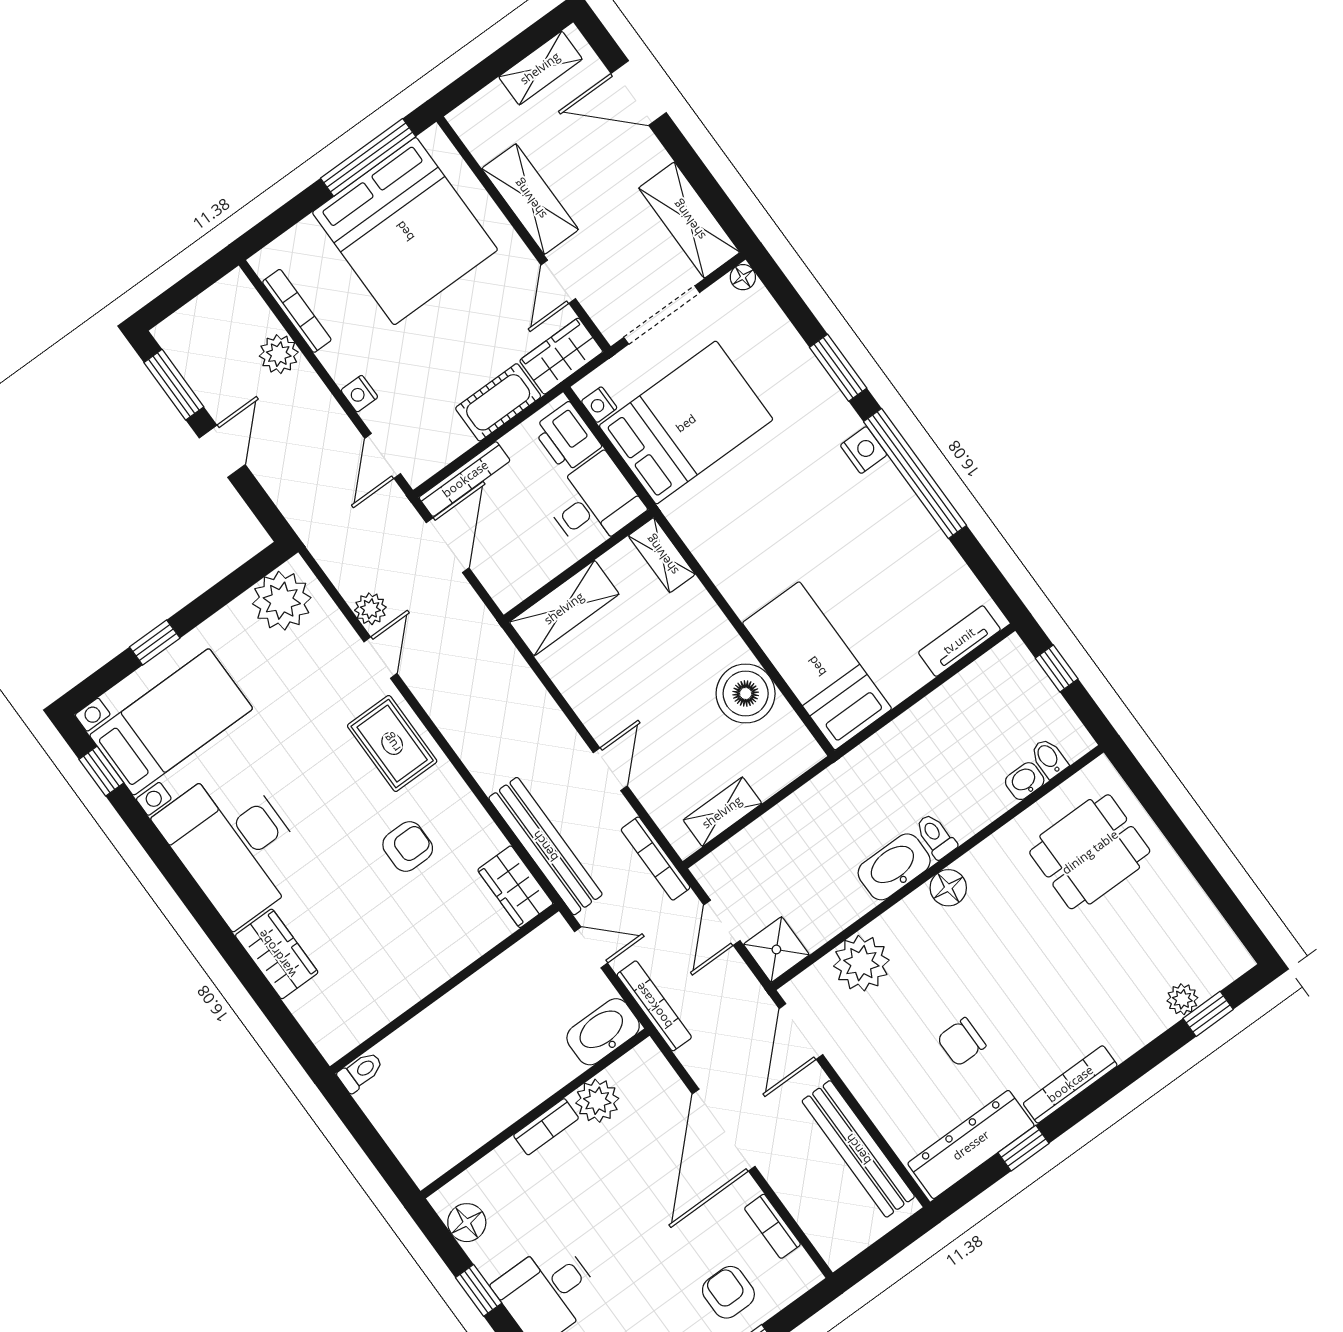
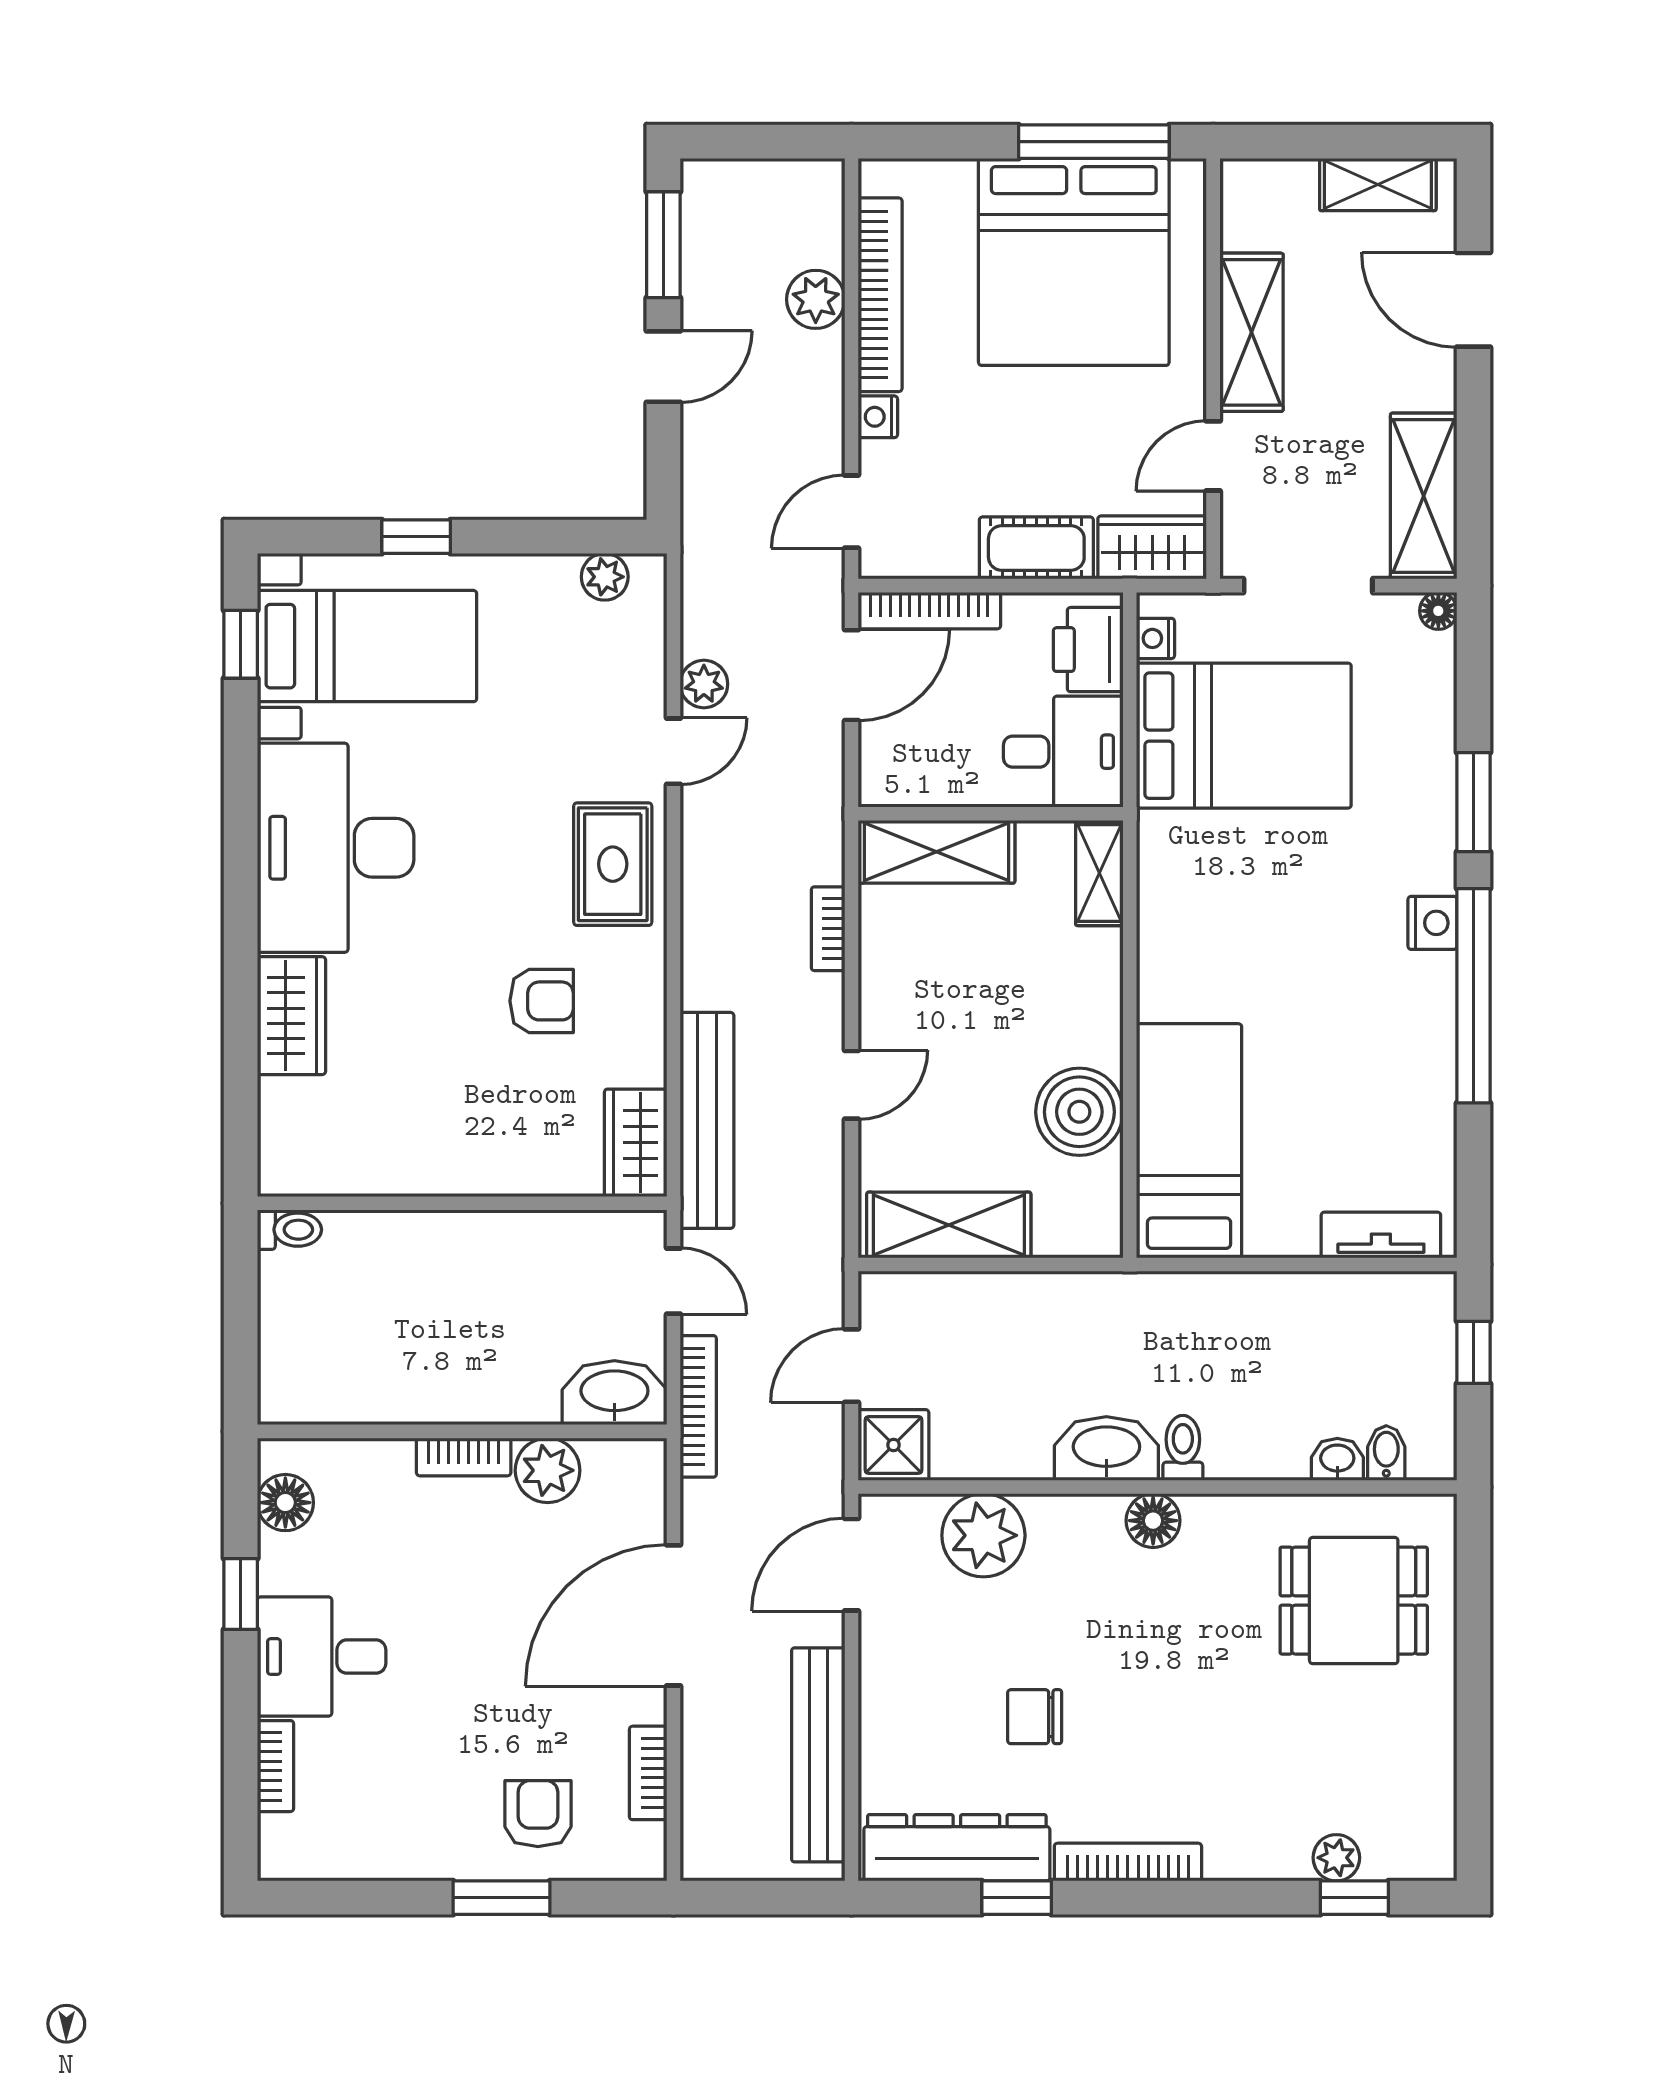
bookcase: (297, 311) -> (880, 295), width x1.48, depth x1.31
plant: (282, 601) -> (605, 577), width x0.53, depth x0.53
shelving: (722, 812) -> (949, 1225), width x1.50, depth x1.33
bookcase: (656, 859) -> (828, 929), moved, width x0.64

